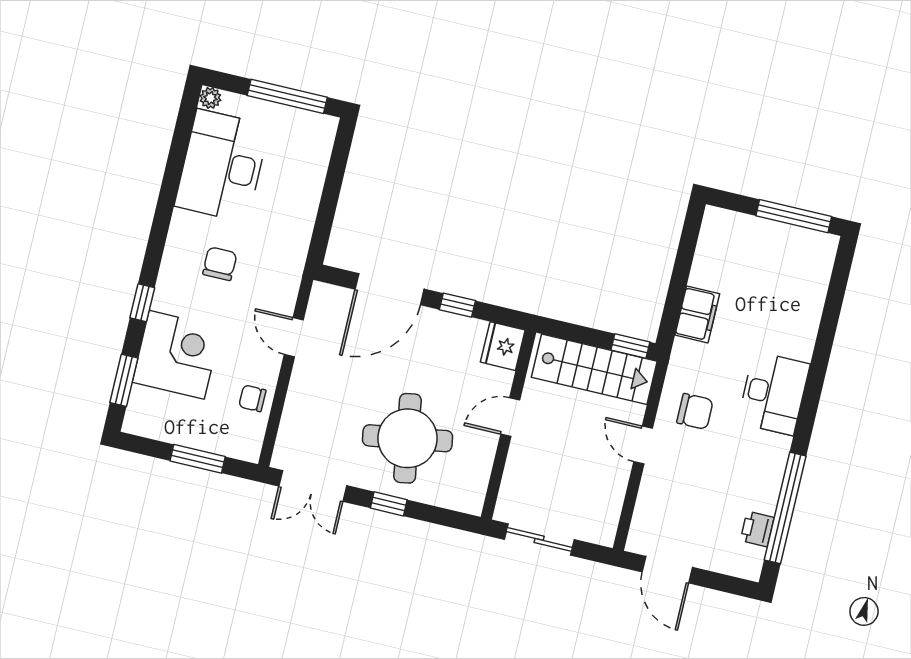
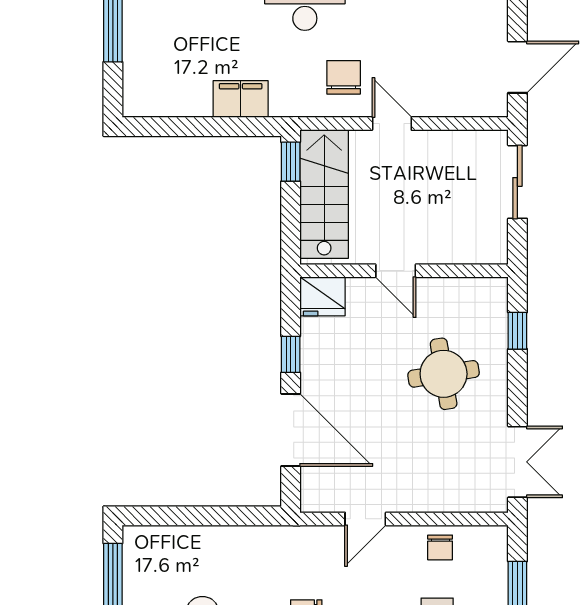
round table: (408, 438) -> (444, 374), width x0.73, depth x0.73
door: (643, 445) -> (392, 124), swing flipped
window: (389, 504) -> (517, 331), moved
sliding door: (539, 539) -> (517, 182), moved

